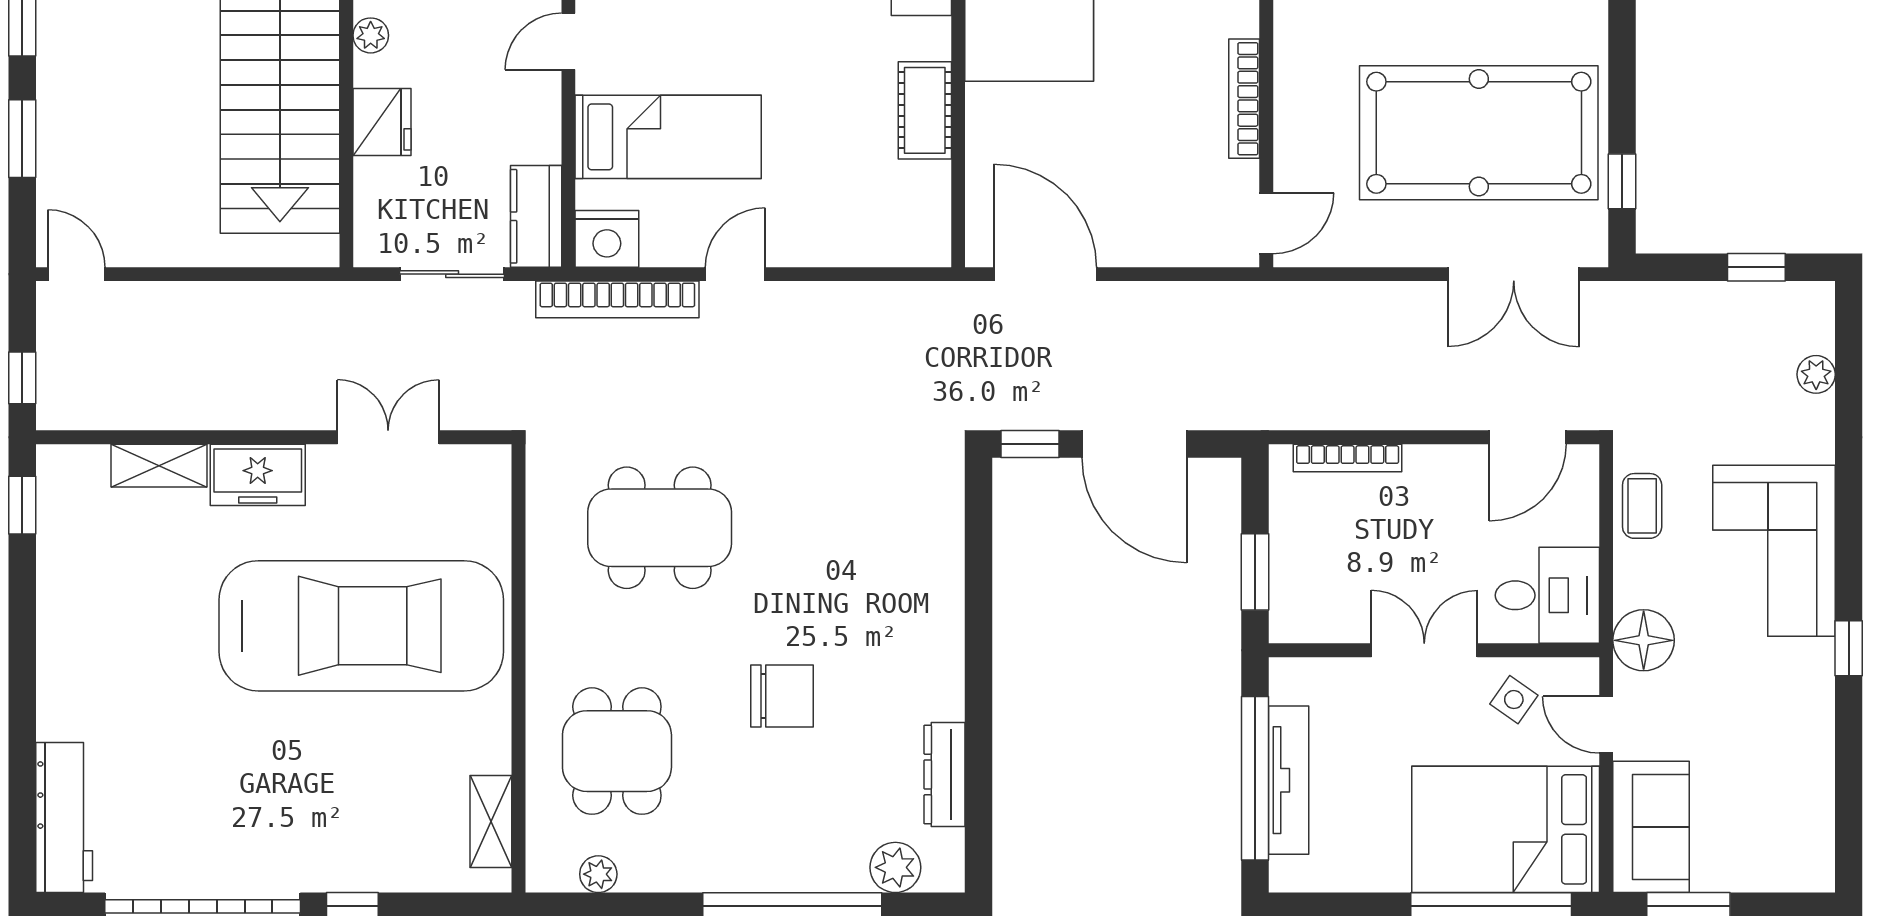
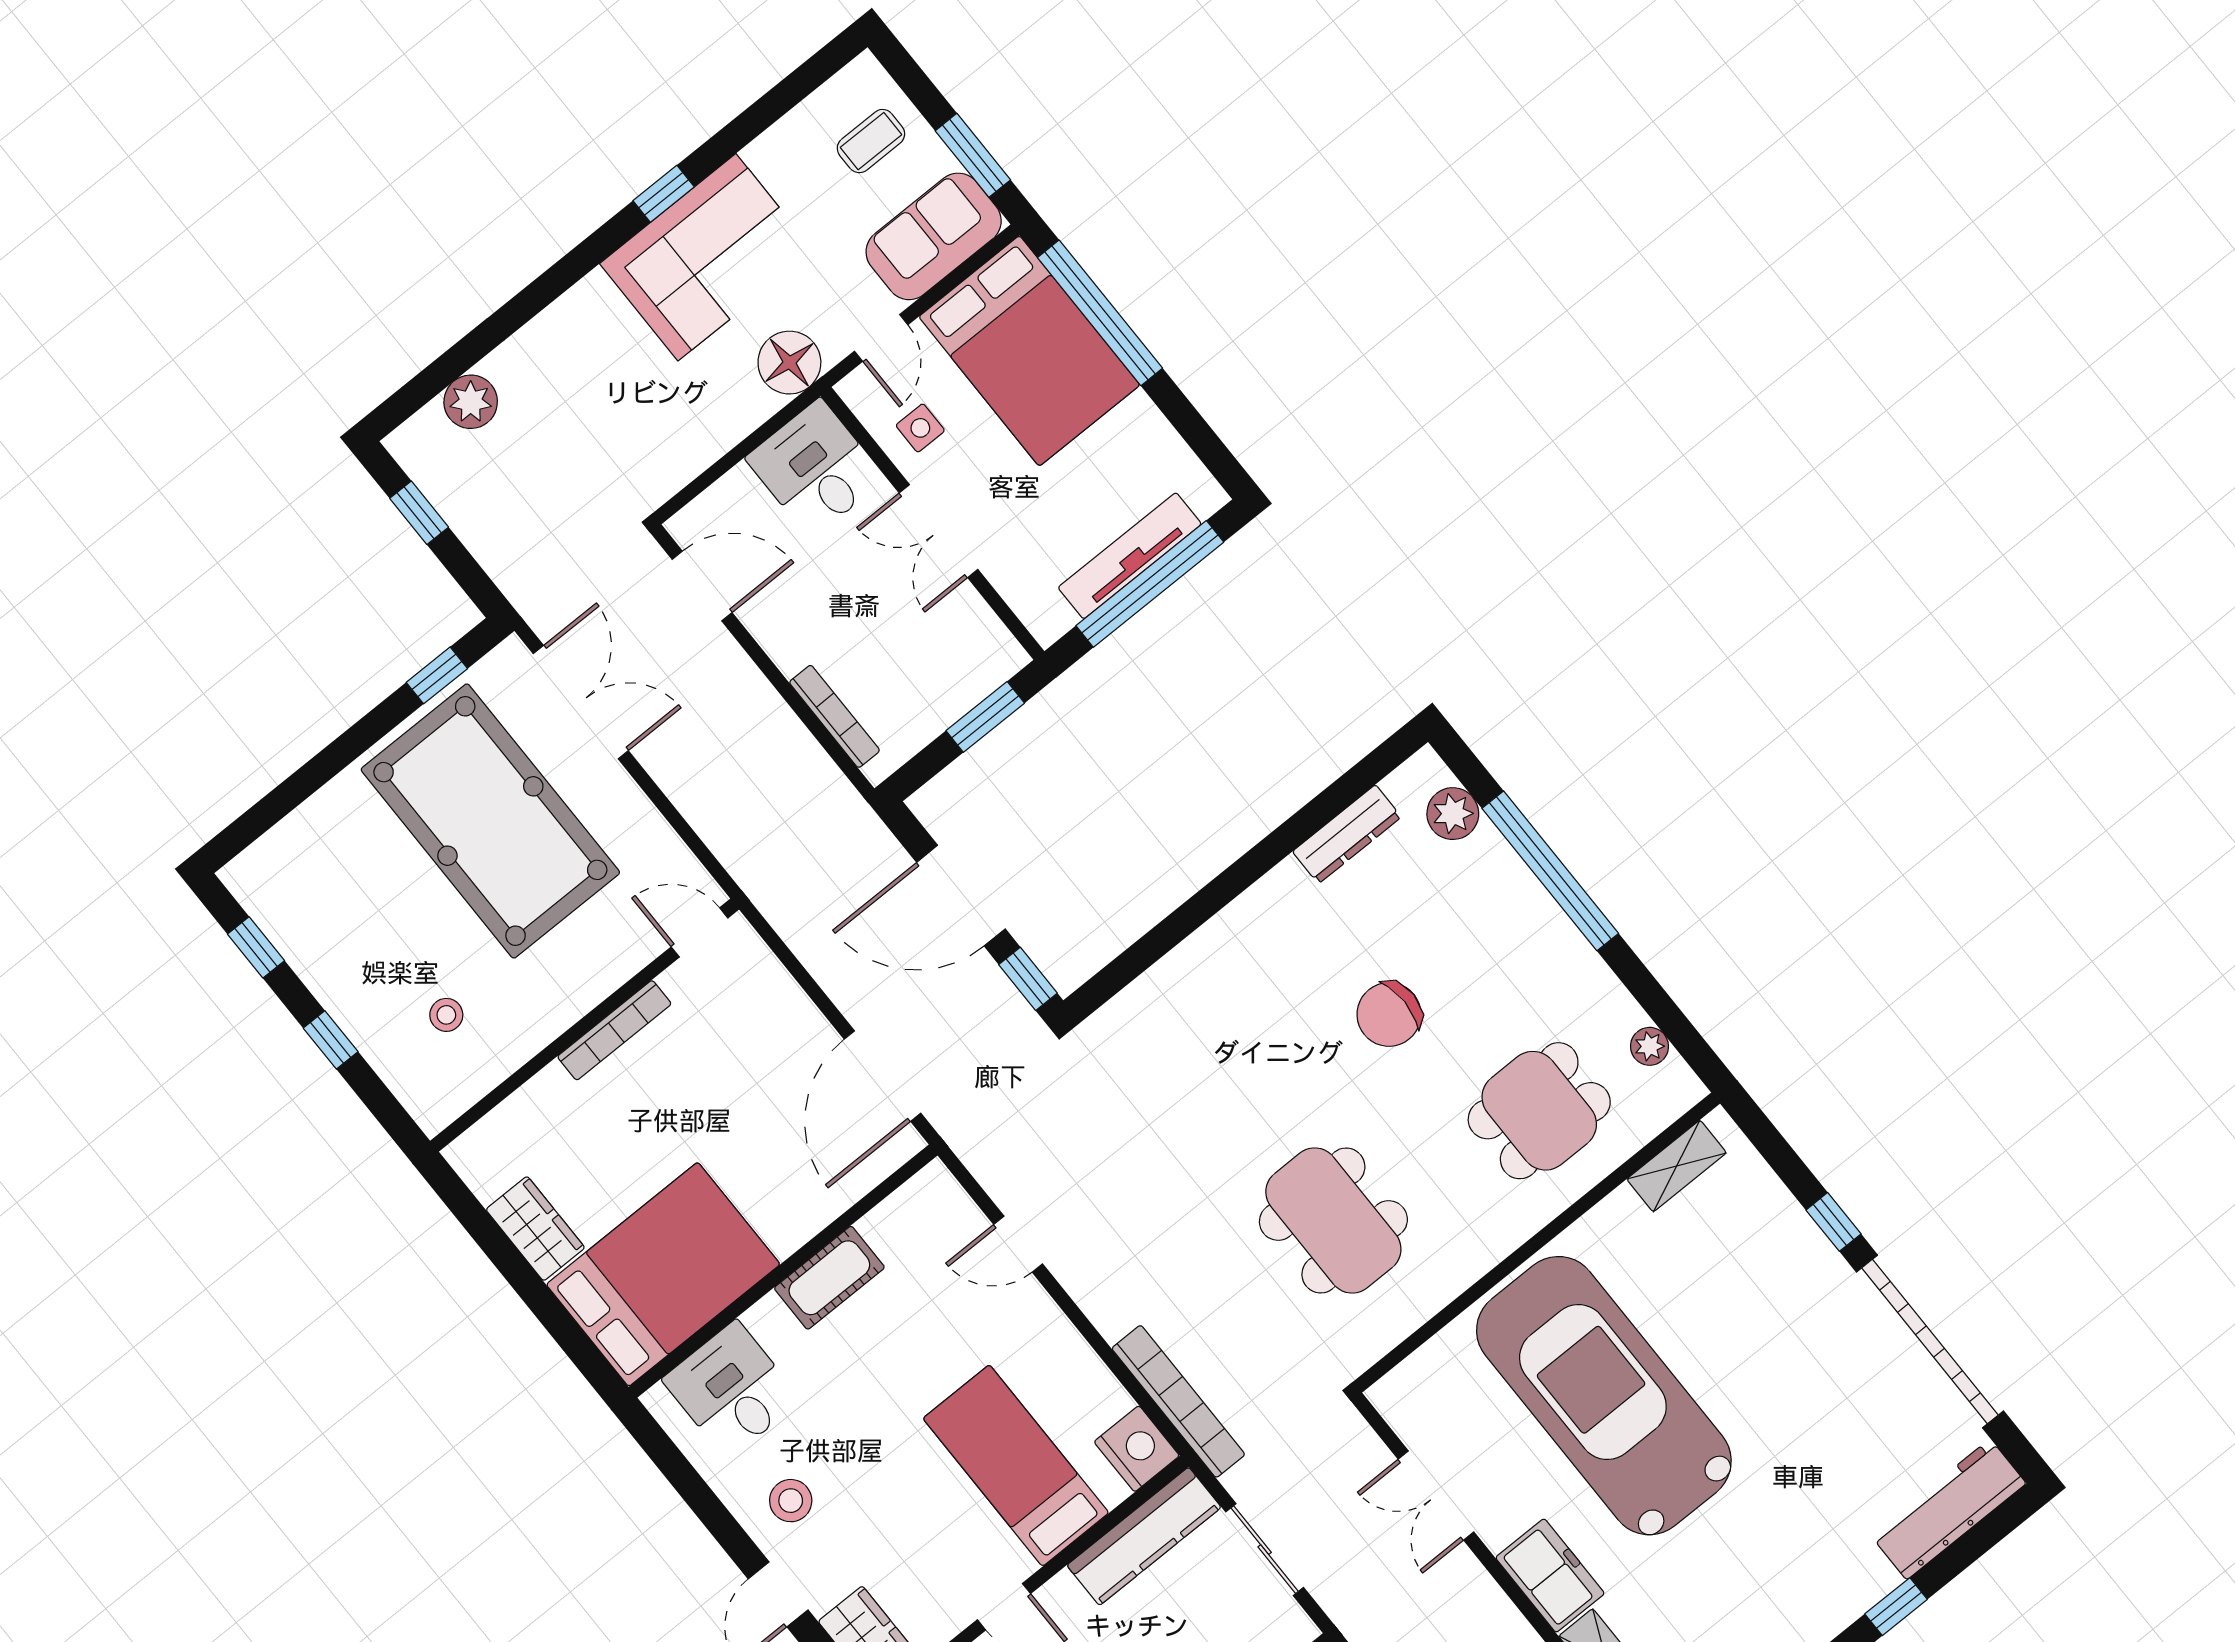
kitchen counter: (536, 216) -> (1144, 1536), width x1.50
door: (735, 274) -> (1018, 1244), moved
plant: (1816, 374) -> (471, 402), width x1.38, depth x1.38
door: (1134, 444) -> (961, 896), swing flipped
coffee table: (1642, 506) -> (871, 141), moved
corner sofa: (1774, 551) -> (707, 257), moved
chair: (782, 696) -> (1389, 1014), turned -90
side table: (1514, 700) -> (920, 428), turned -35
window: (22, 718) -> (1896, 1607), added

